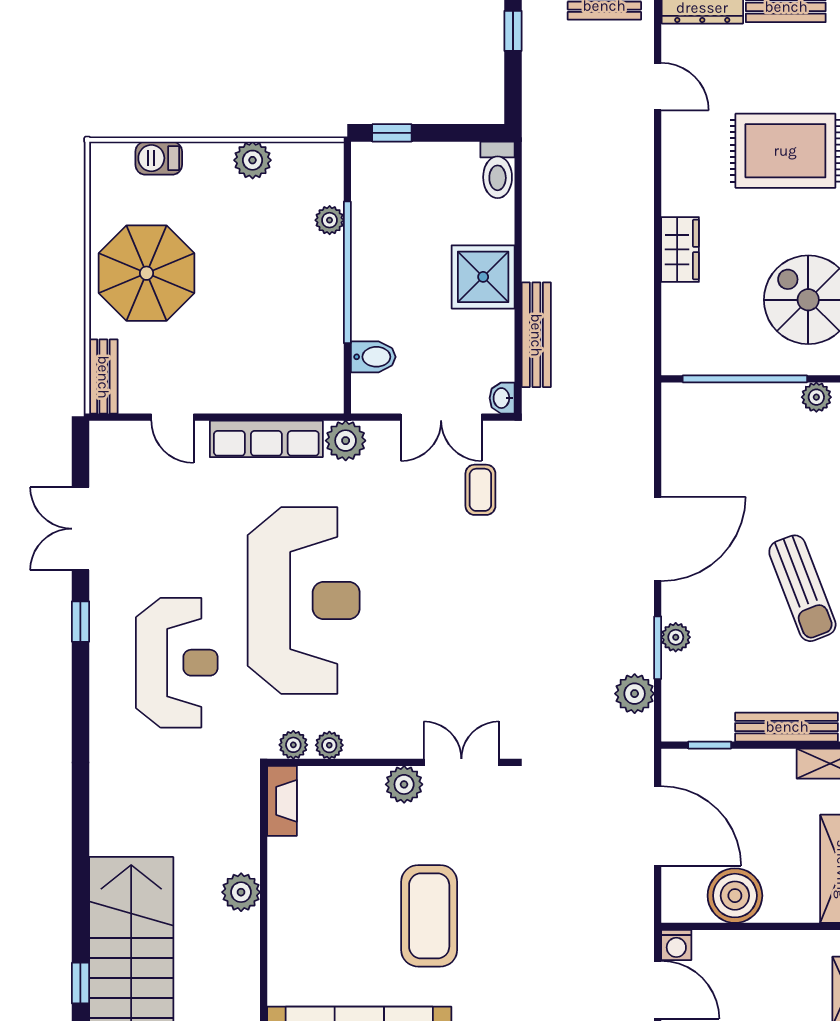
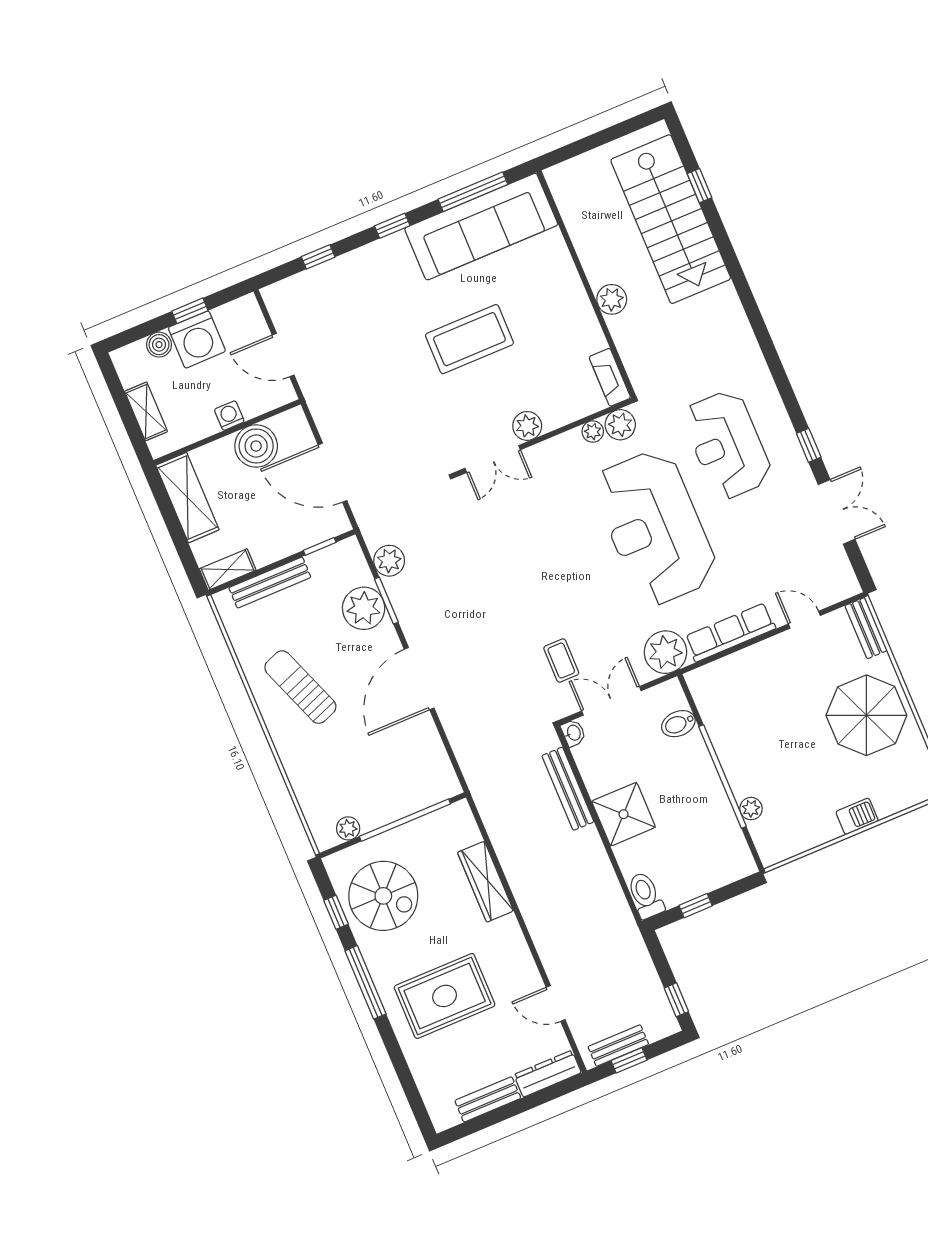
window: (392, 133) -> (696, 906), moved
barbecue: (159, 158) -> (857, 816), moved
plant: (253, 160) -> (824, 828), removed
wardrobe: (680, 249) -> (486, 882), width x1.50
plant: (346, 441) -> (666, 652), width x1.36, depth x1.36
plant: (676, 637) -> (364, 608), width x1.88, depth x1.88
plant: (293, 745) -> (620, 425), width x1.38, depth x1.38
coffee table: (429, 916) -> (469, 339), turned 90
washing machine: (676, 945) -> (229, 416), moved

